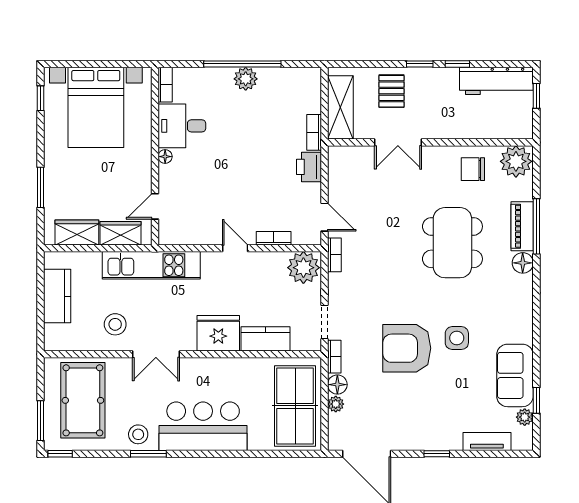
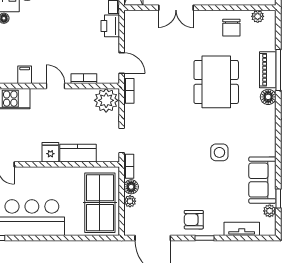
plant: (516, 161) -> (258, 16), width x0.53, depth x0.53
chair: (473, 169) -> (231, 28), turned -90
filing cabinet: (193, 233) -> (25, 75), added
fridge: (218, 333) -> (50, 152), width x0.53, depth x0.75
armchair: (407, 348) -> (194, 220), moved, width x0.53, depth x0.53

